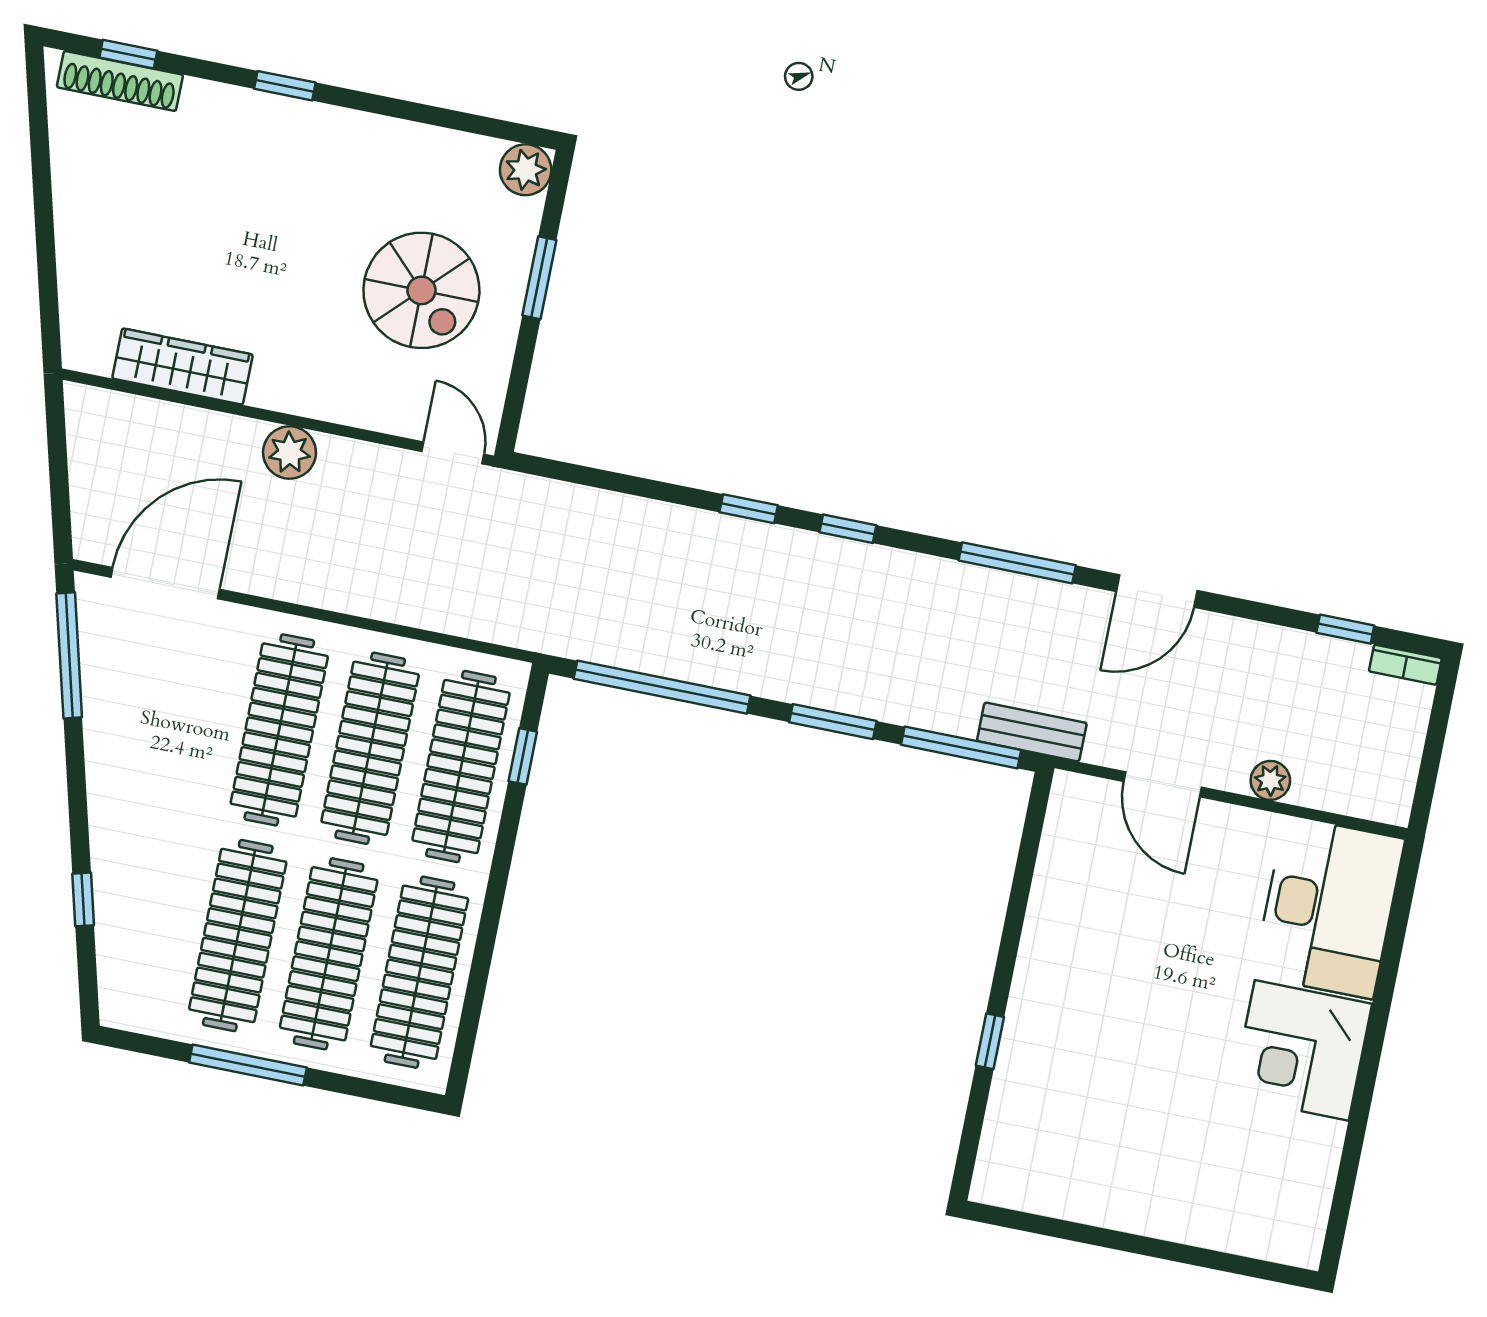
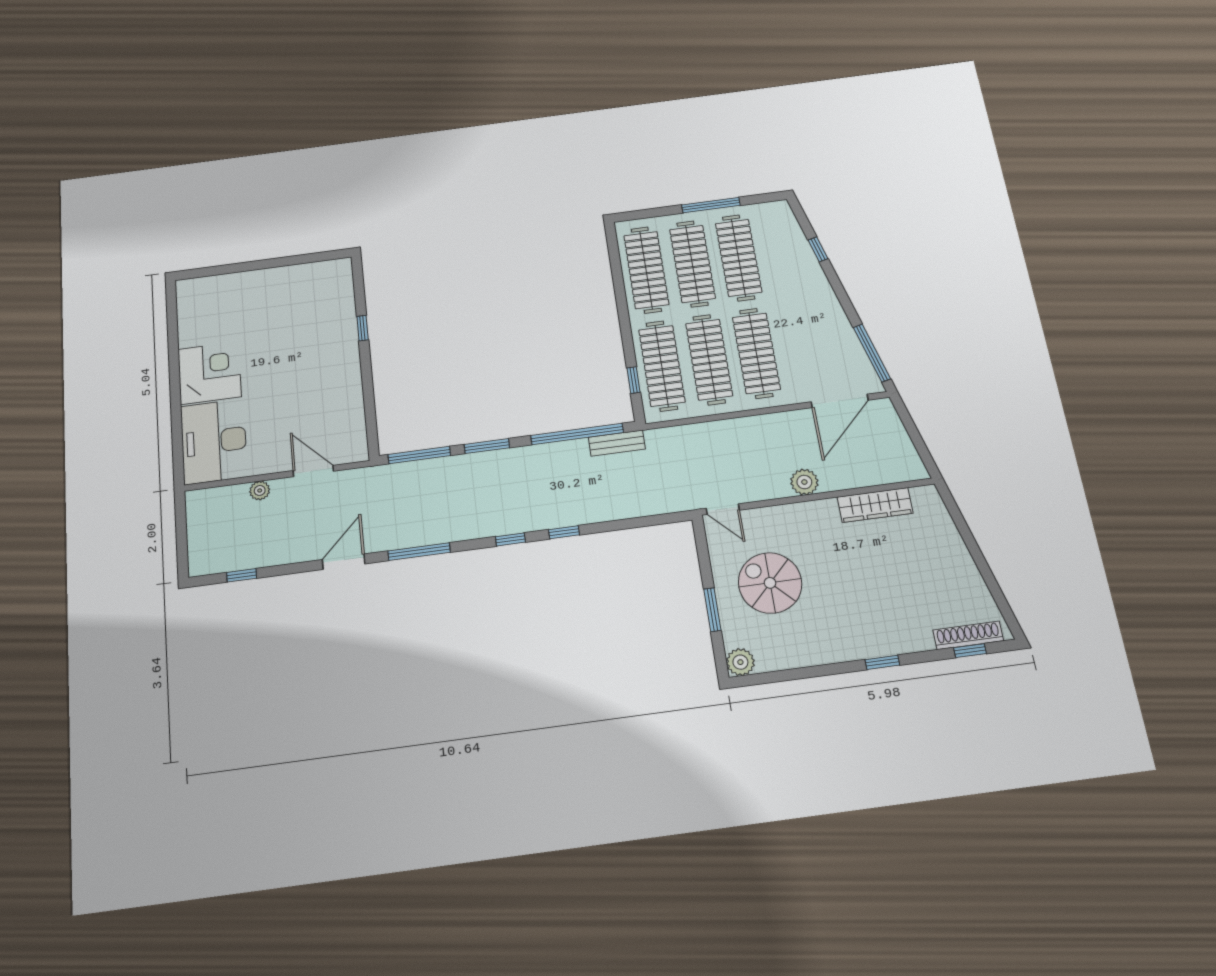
bookcase: (1405, 665) -> (206, 568), removed
bench: (1032, 732) -> (617, 443), moved

